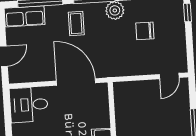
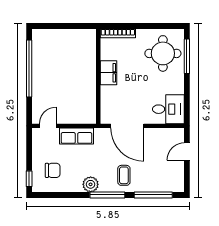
row of seats: (25, 16) -> (76, 136), moved, turned 180
chair: (145, 31) -> (53, 170), moved

